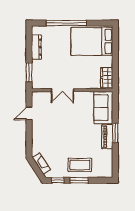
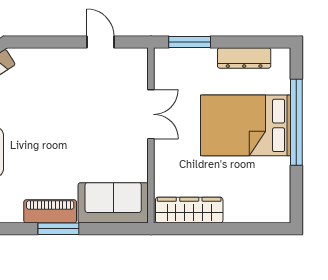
bed: (92, 41) -> (246, 125), moved, turned -90
wardrobe: (107, 78) -> (189, 210), width x1.50
double door: (62, 90) -> (151, 114), swing flipped

